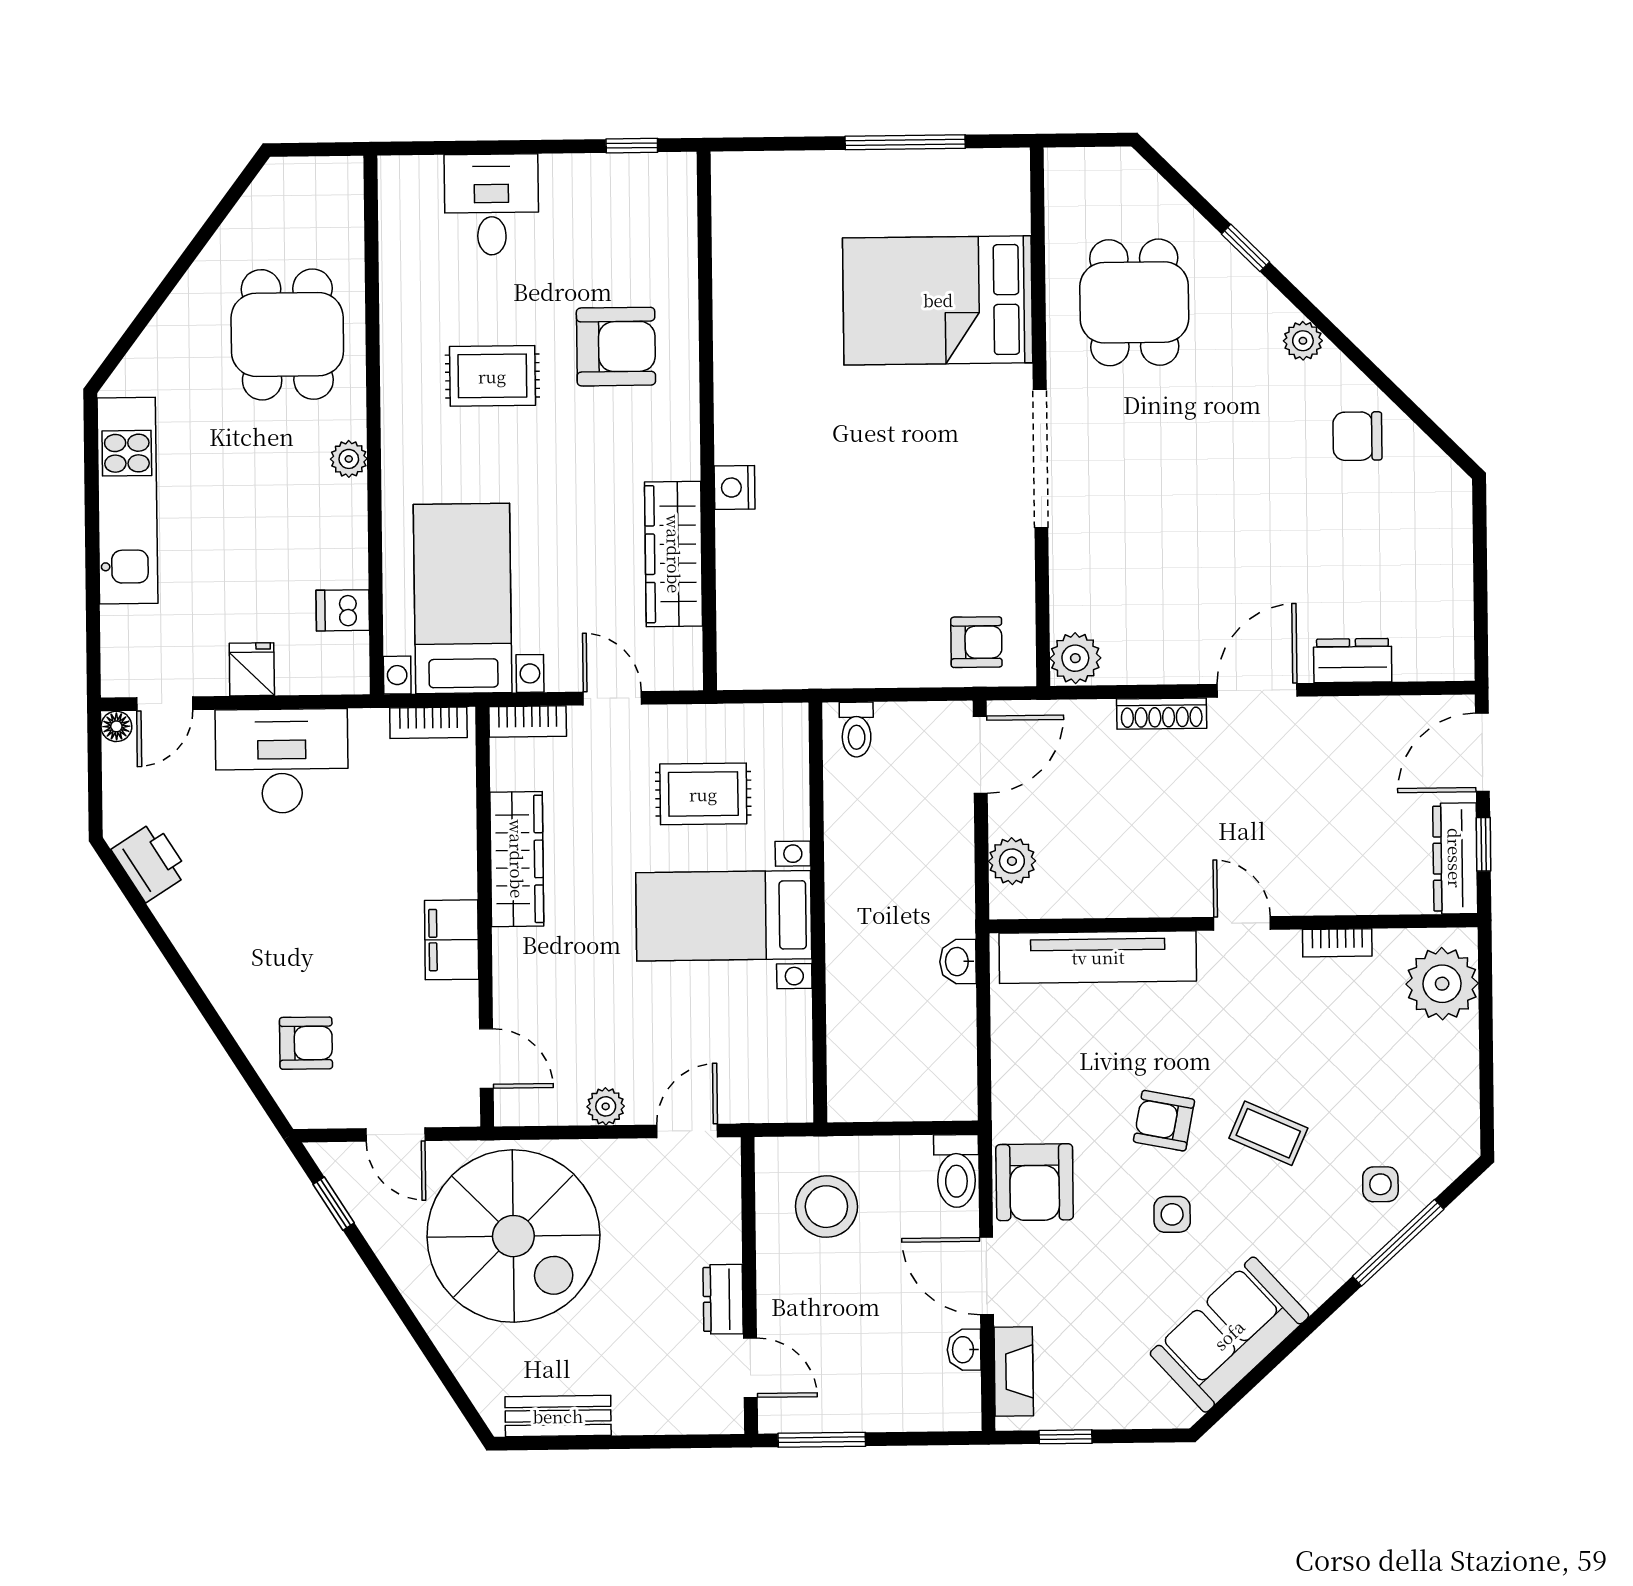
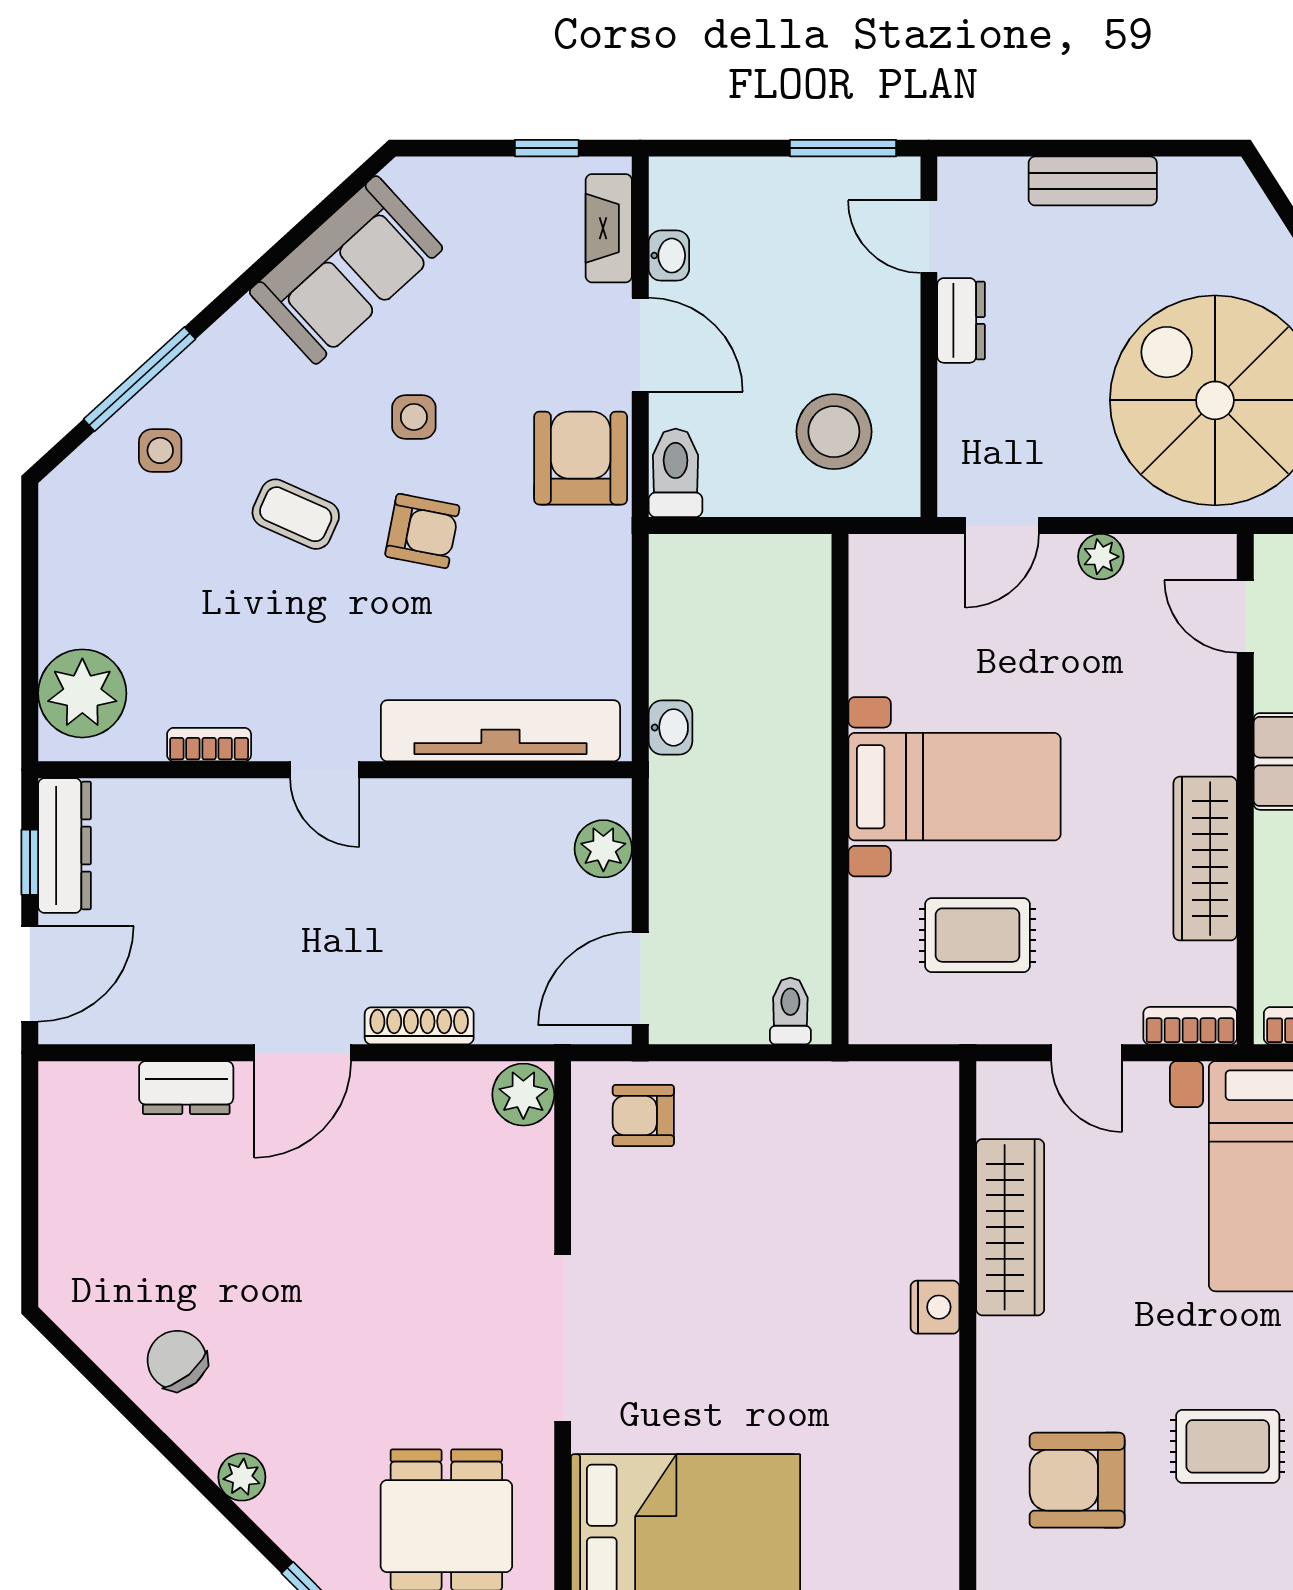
chair: (1357, 436) -> (177, 1360), turned -130
bench: (558, 1416) -> (1093, 181), moved

